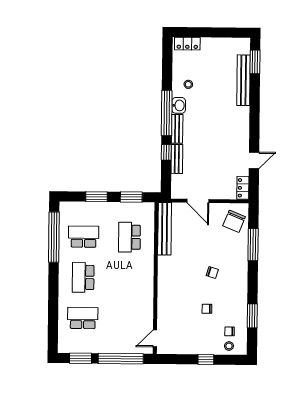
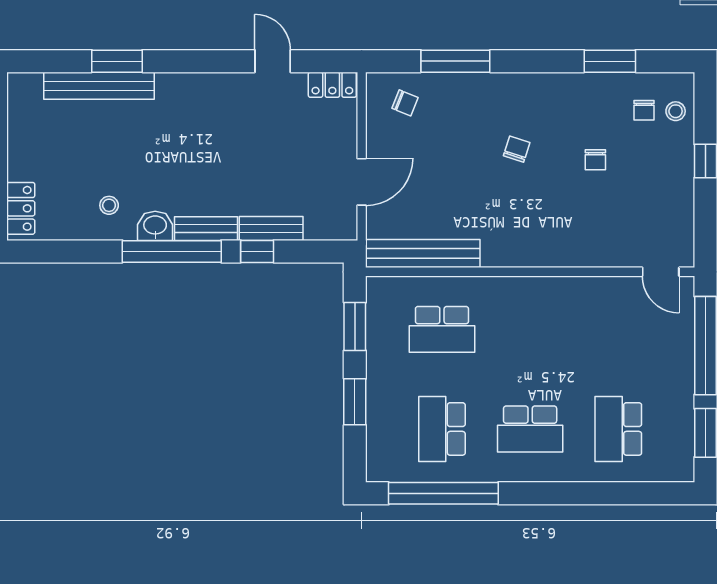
window: (255, 62) -> (117, 61), moved
chair: (234, 221) -> (405, 103), width x0.54, depth x0.54

